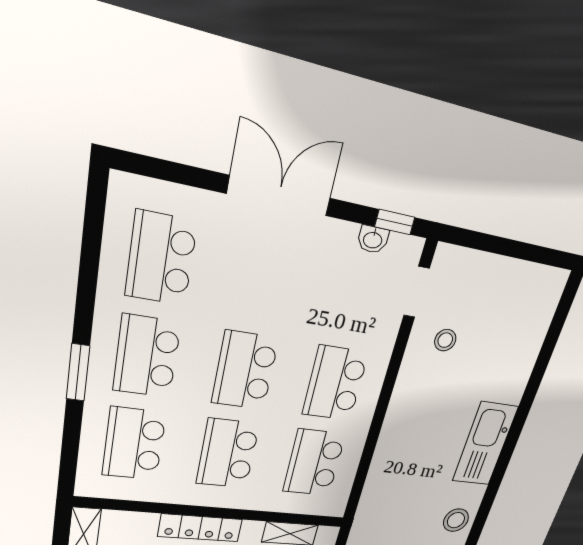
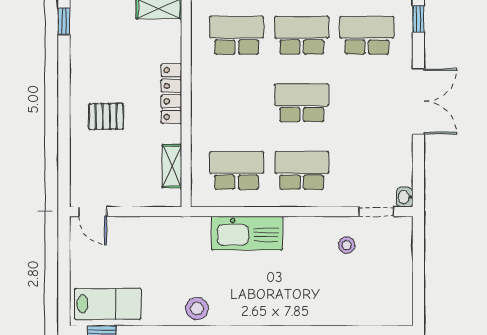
window: (395, 222) -> (418, 19), moved
washbasin: (373, 239) -> (405, 197), moved
kitchen sink: (485, 444) -> (247, 233), moved, turned 180
school desk: (228, 454) -> (237, 103), removed

